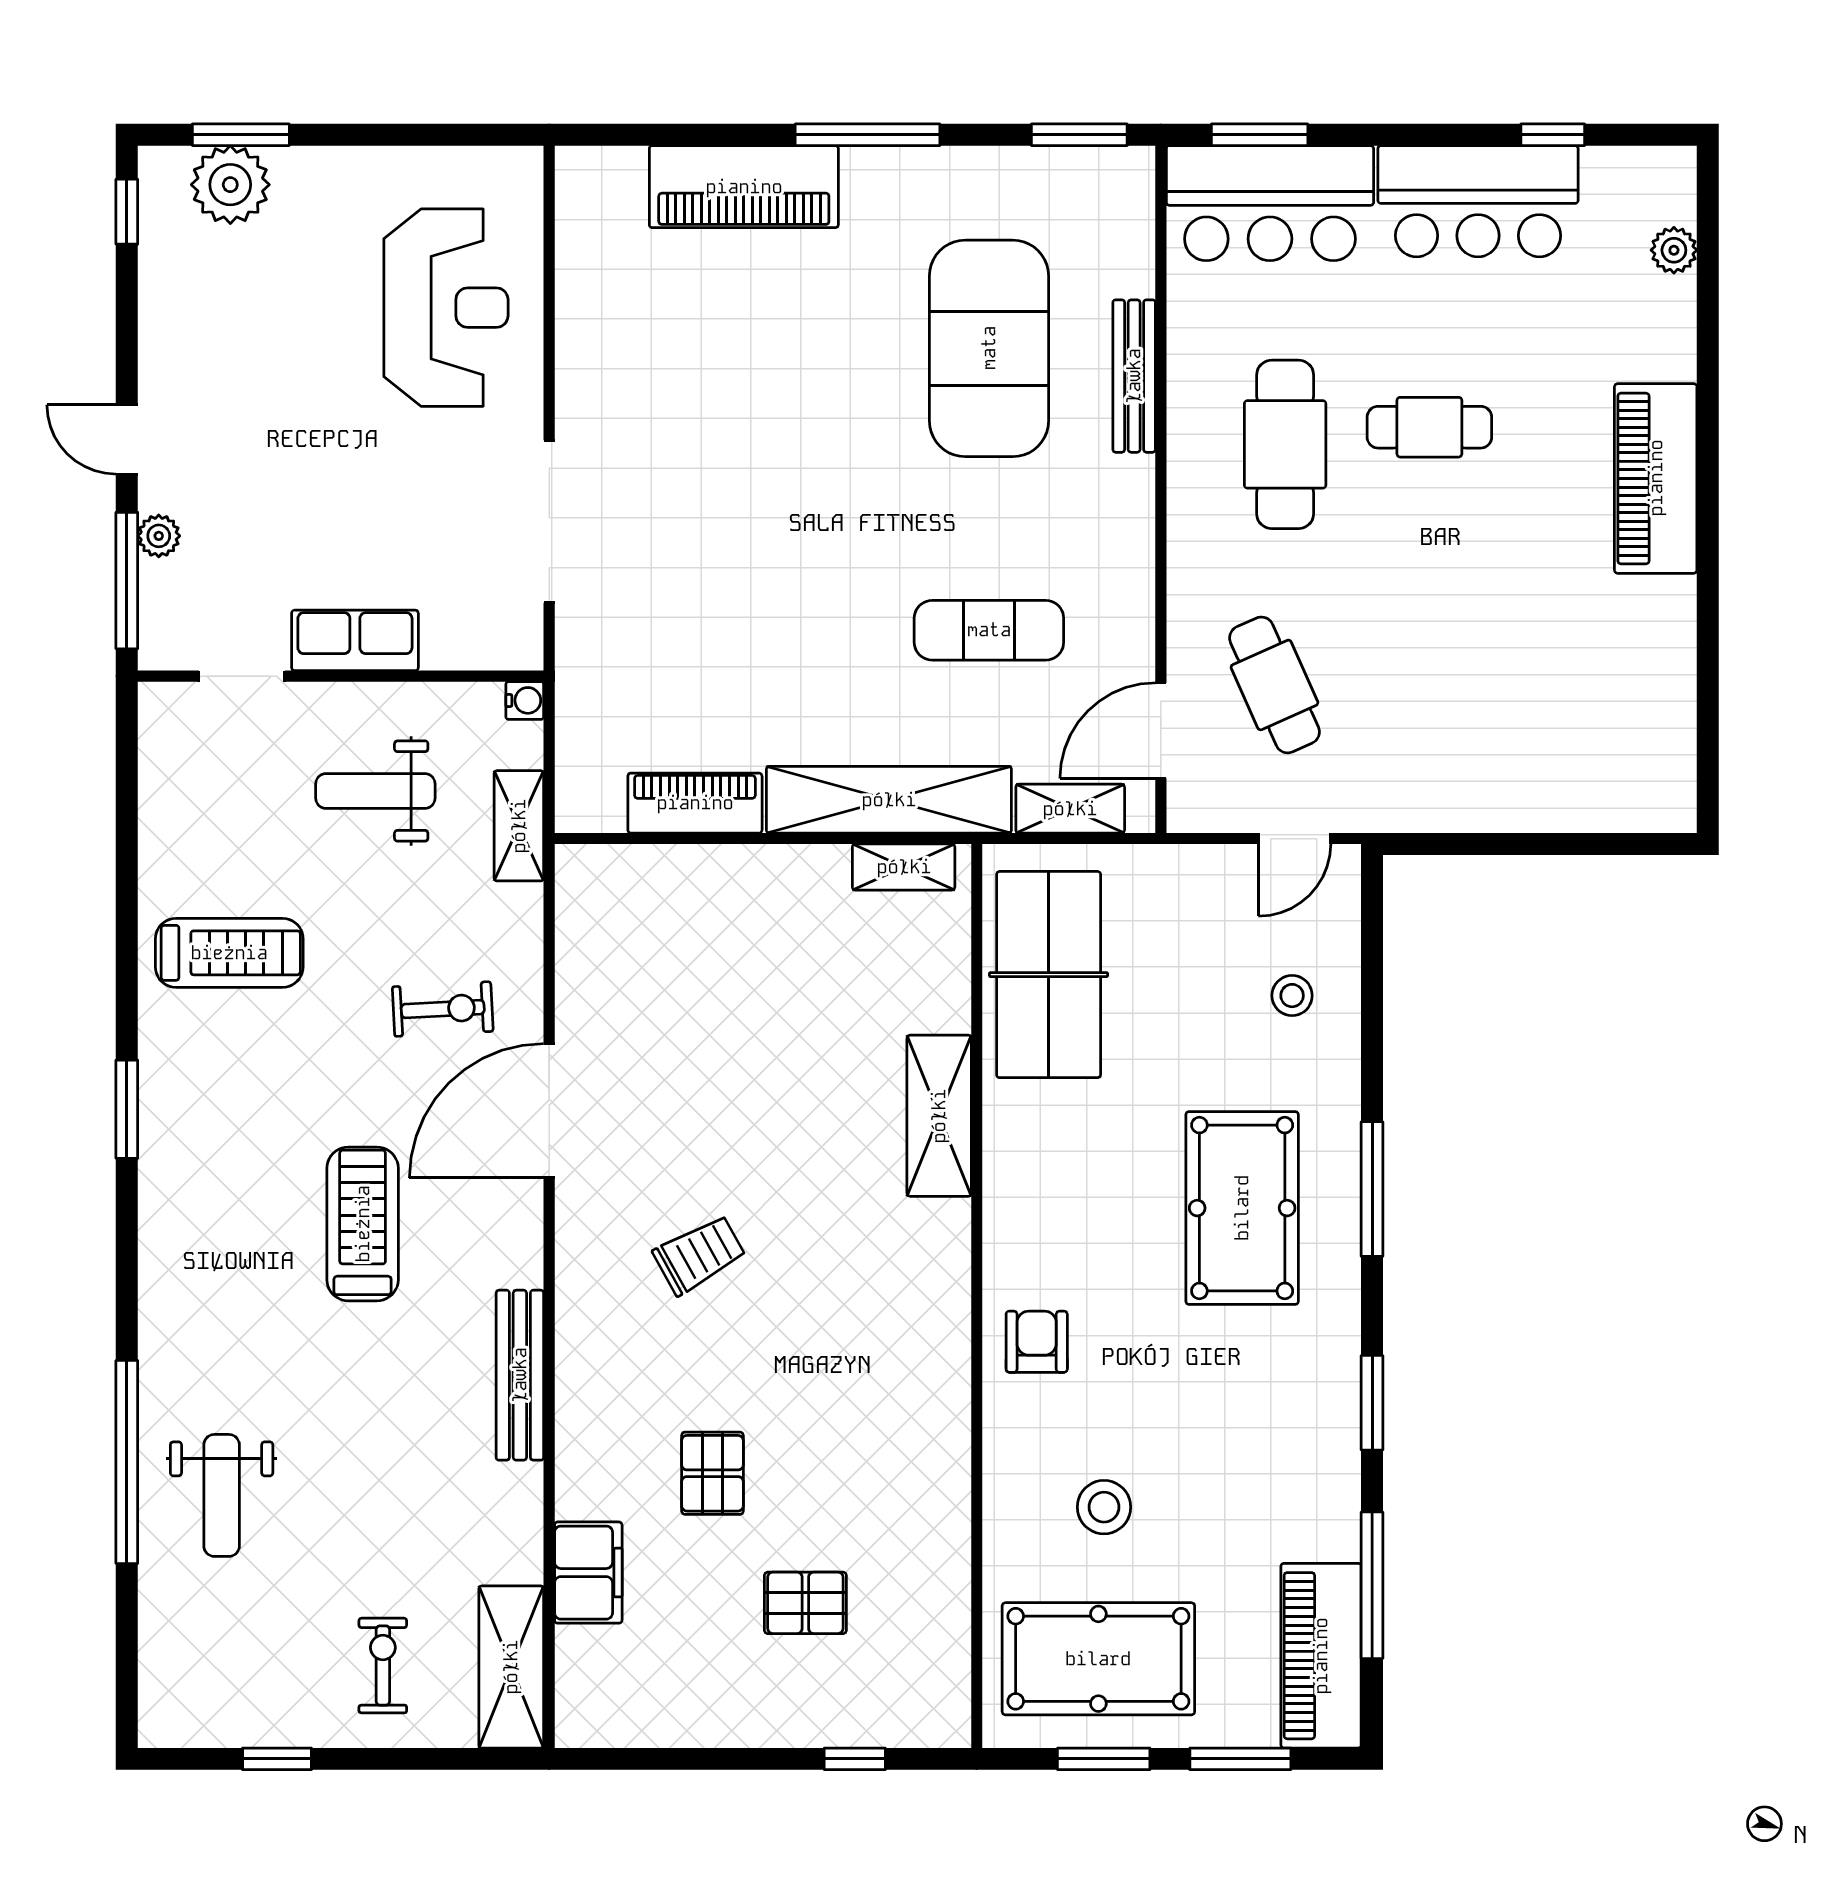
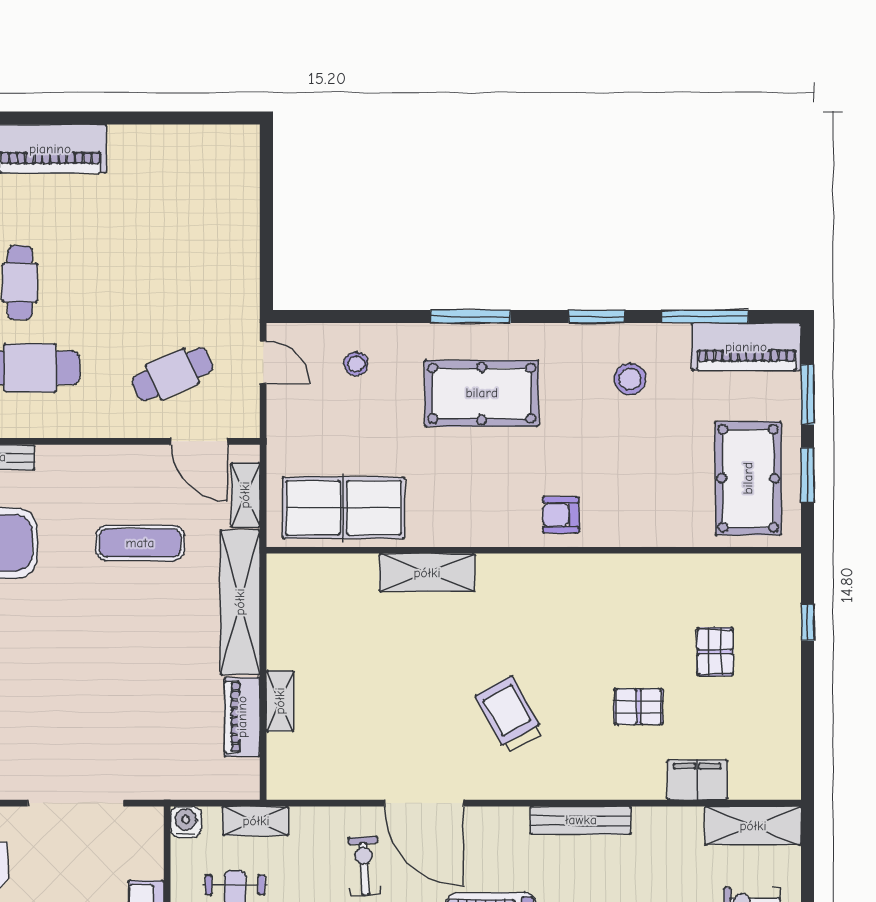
exercise mat: (989, 630) -> (140, 543), turned 90
water cooler: (525, 700) -> (186, 822), width x1.38, depth x1.38
shelving: (904, 867) -> (280, 701), moved
trolley: (699, 1255) -> (509, 714), width x1.36, depth x1.39
stool: (1104, 1507) -> (630, 379), moved

